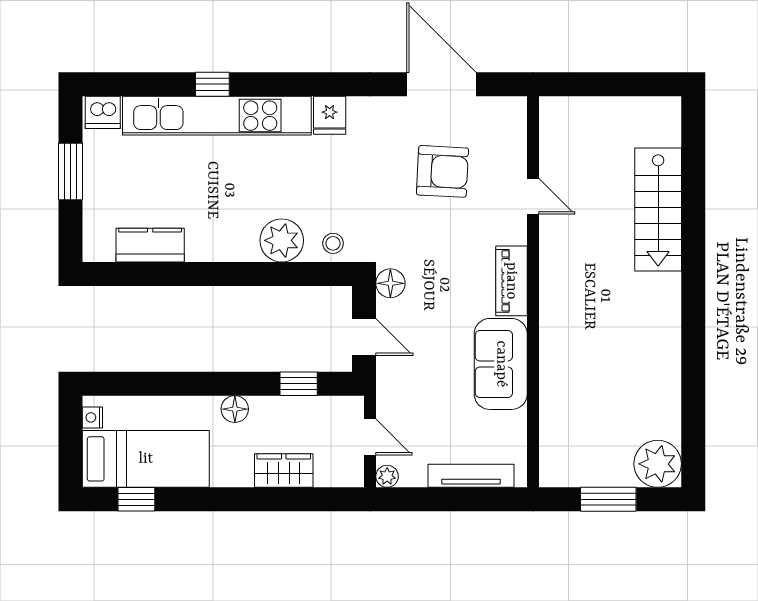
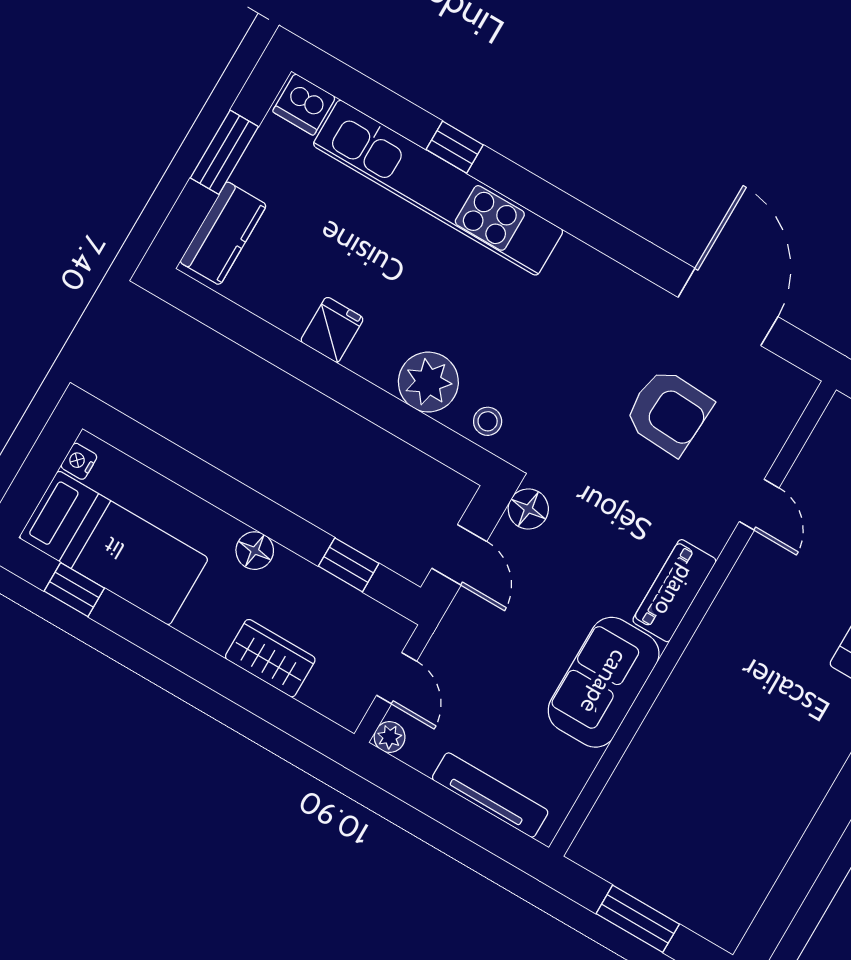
fridge: (330, 115) -> (332, 330), moved, turned 180
kitchen counter: (150, 245) -> (223, 233), moved, turned 90
plant: (658, 464) -> (721, 911), removed

